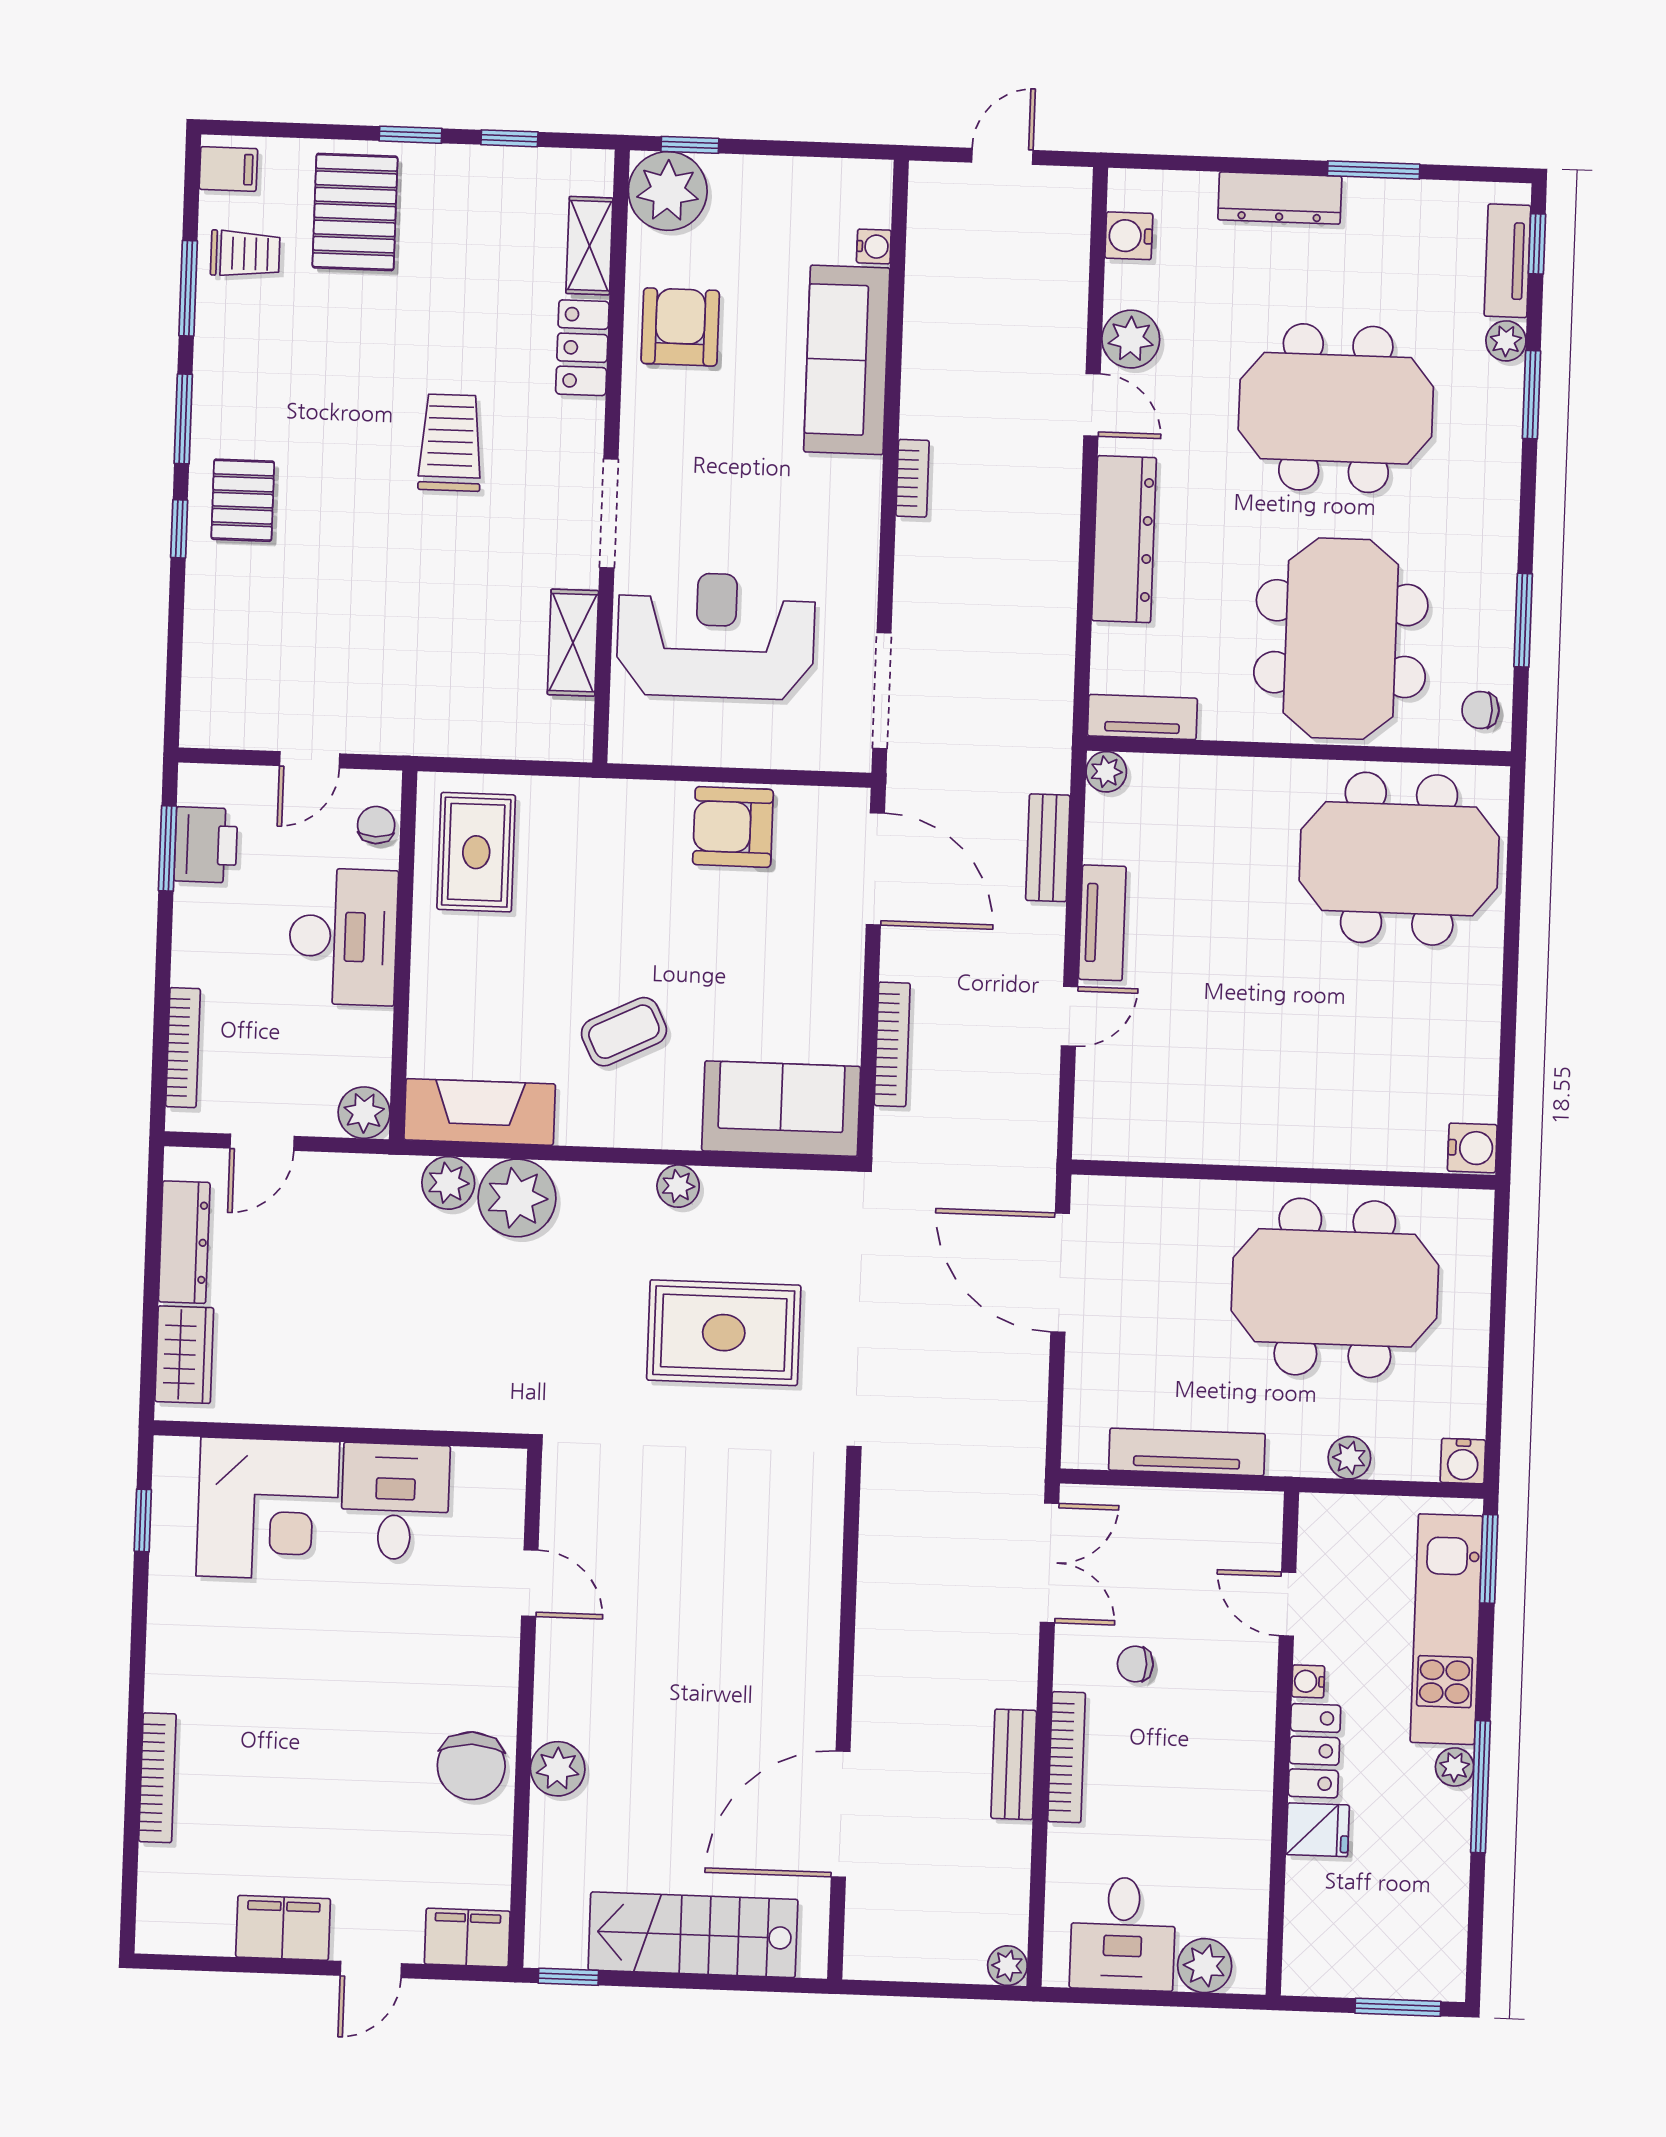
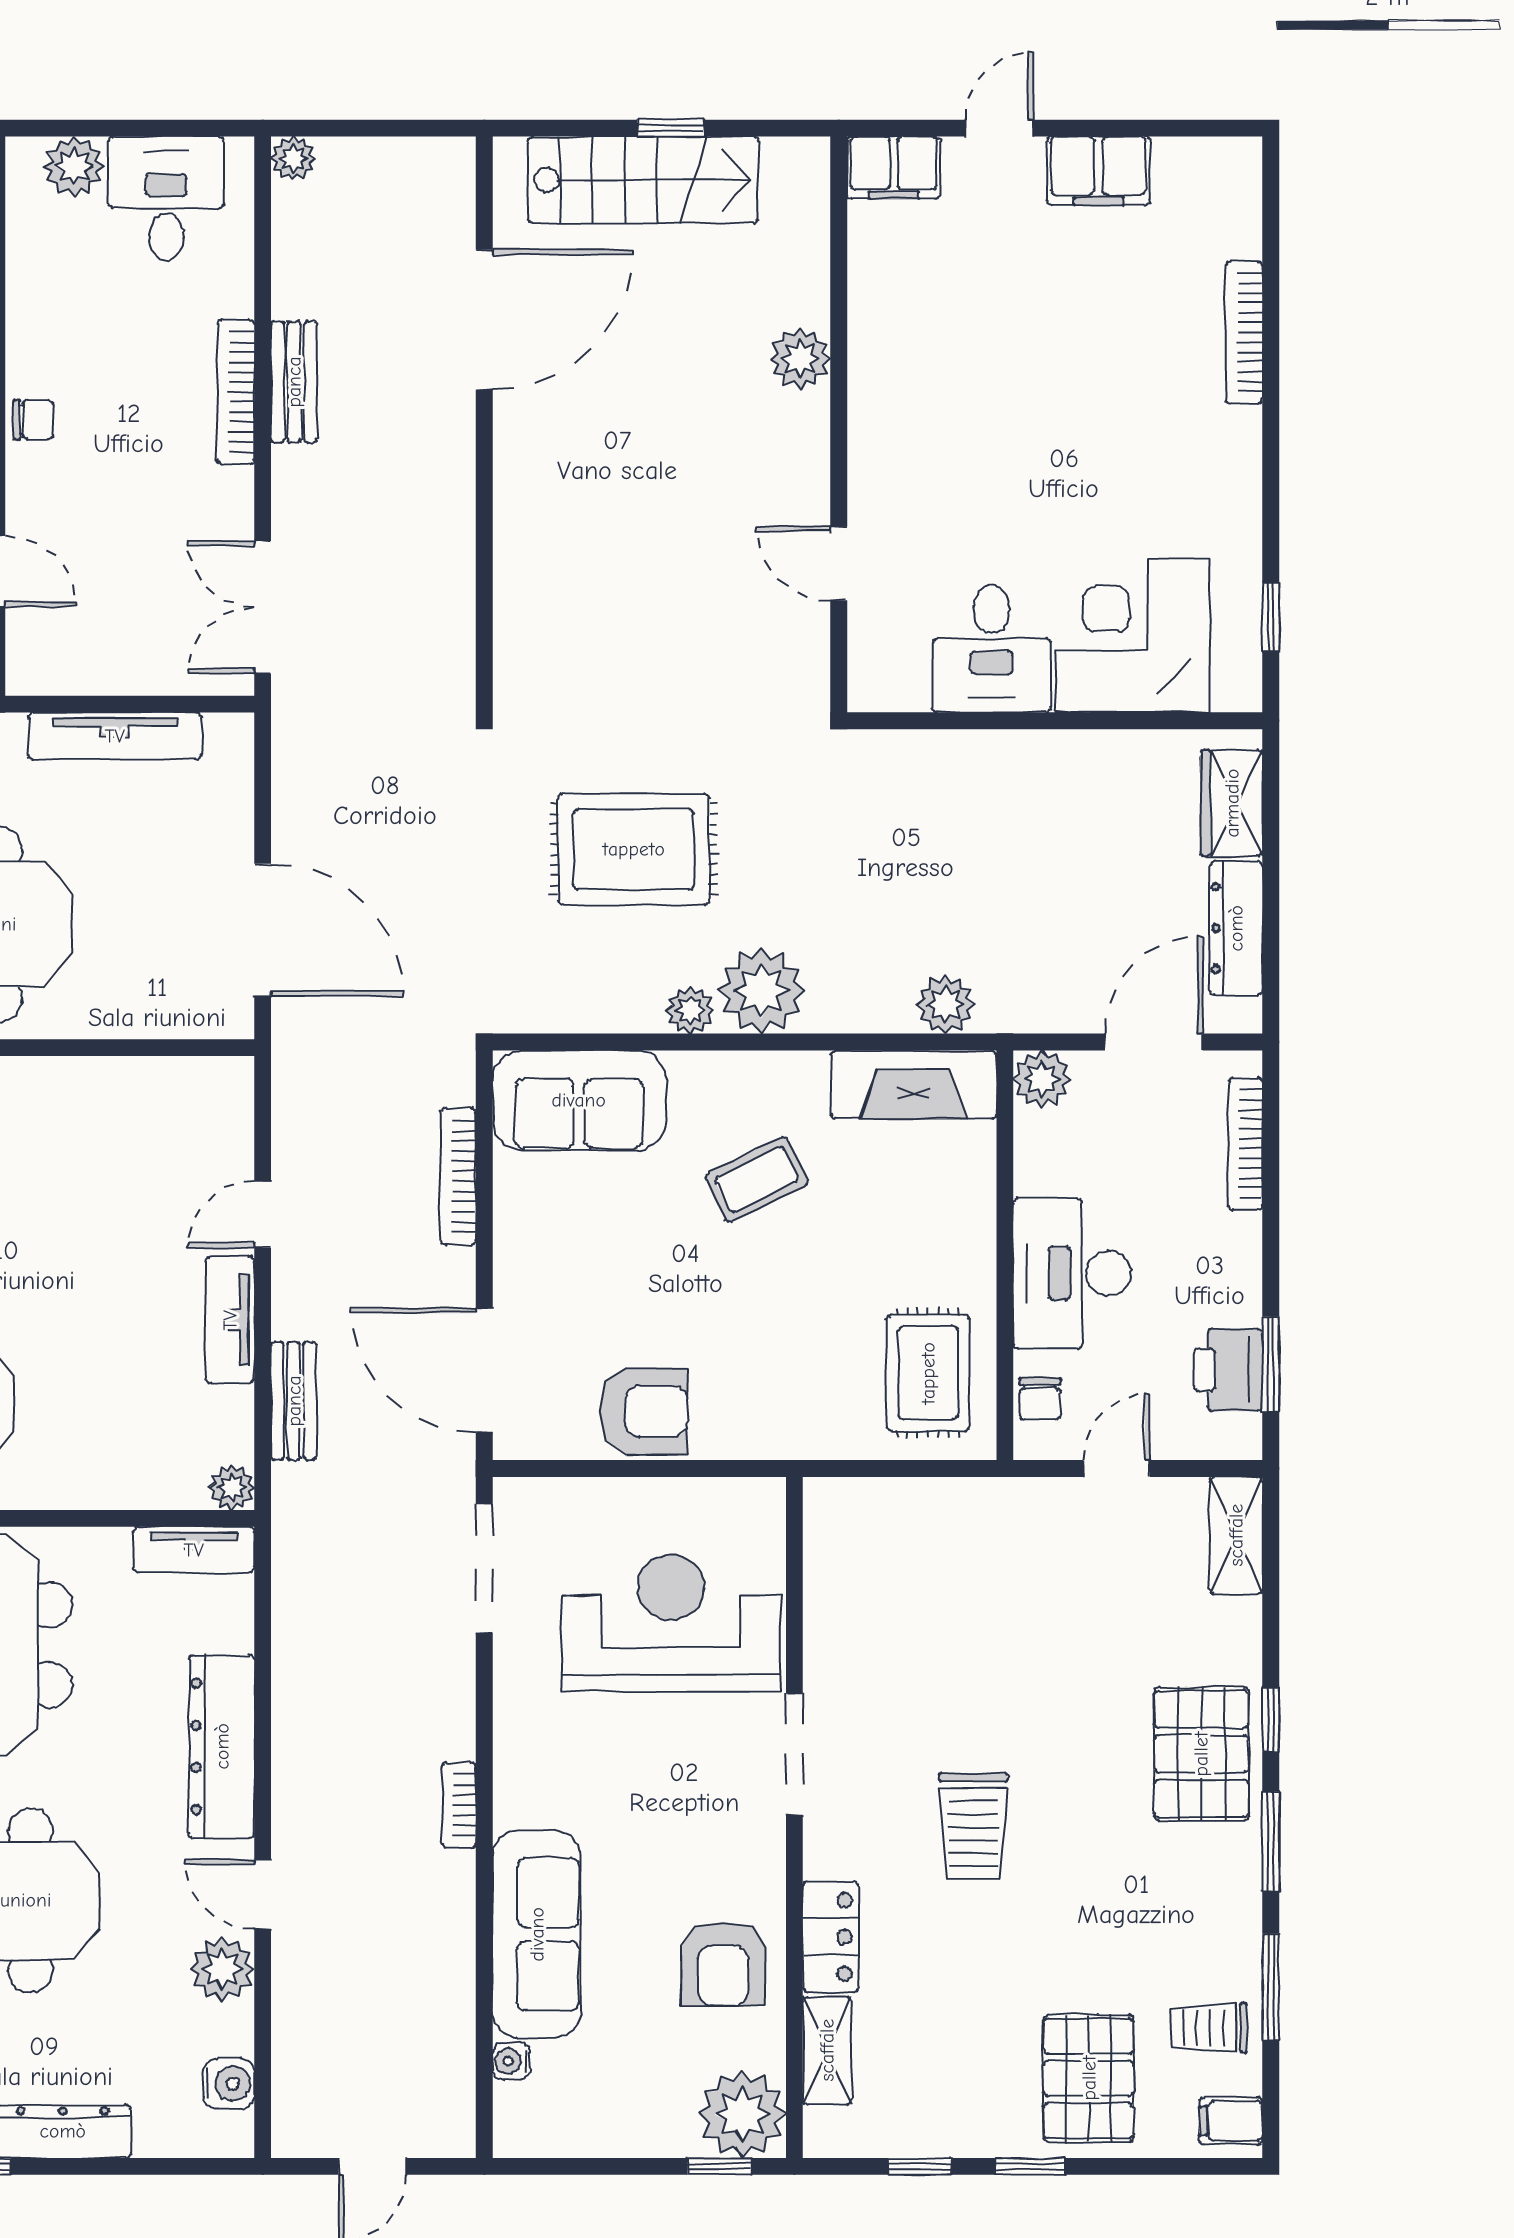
pallet: (243, 500) -> (1201, 1754), width x1.50, depth x1.42
reception desk: (716, 635) -> (671, 1623), turned 180
shelving: (573, 643) -> (1236, 1535), moved
door: (262, 1142) -> (1154, 1042), width x1.38
plant: (517, 1198) -> (761, 990), moved
chair: (1135, 1664) -> (33, 420), moved
chair: (471, 1766) -> (896, 358), removed
window: (568, 1977) -> (671, 128), moved

